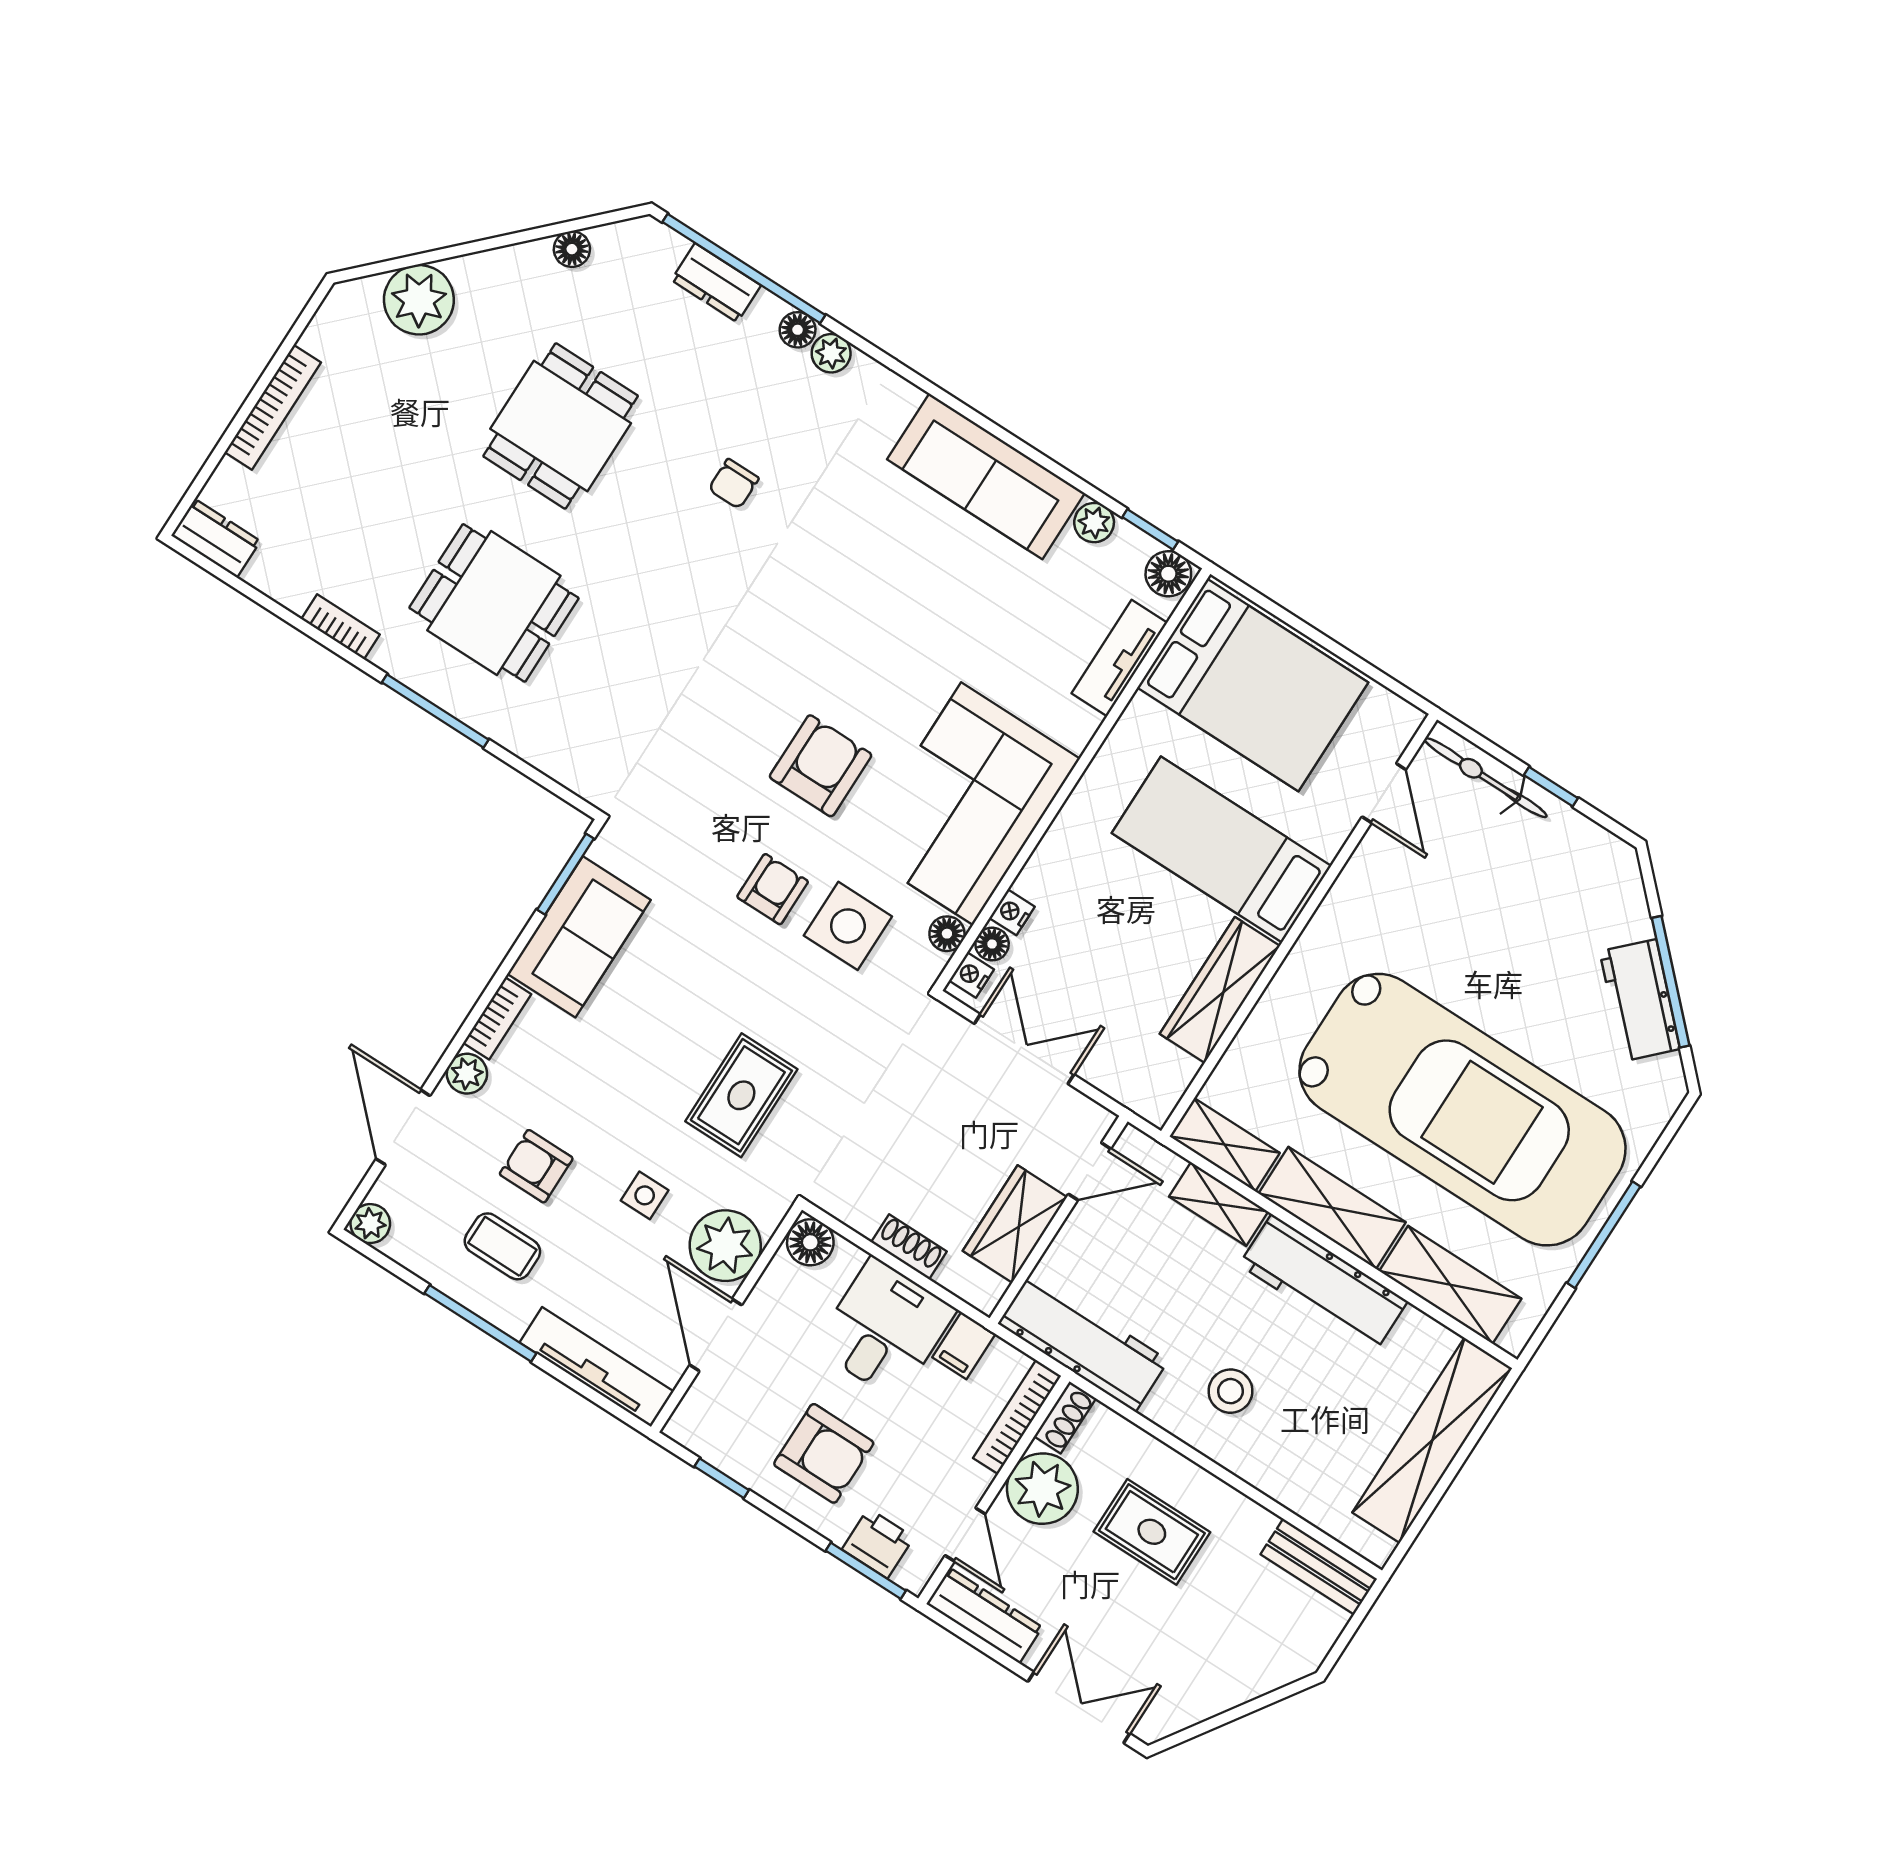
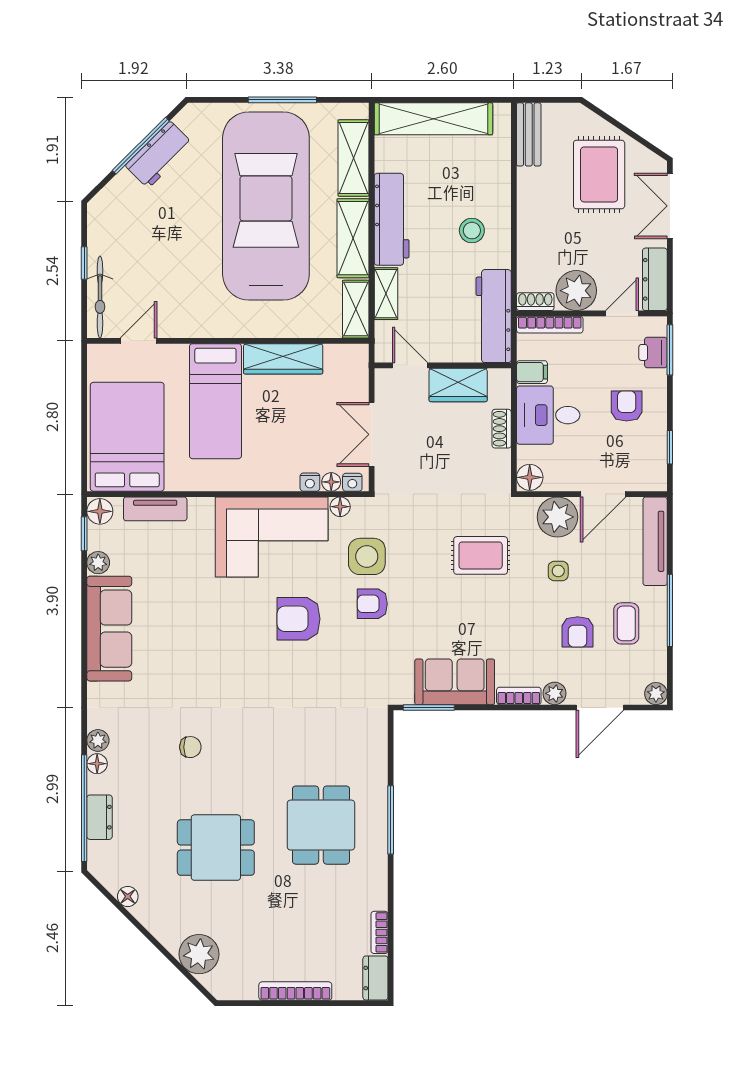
bookcase: (340, 627) -> (379, 932), moved
armchair: (824, 1453) -> (627, 406), width x0.72, depth x0.72
rug: (1152, 1532) -> (599, 174), moved, width x1.36, depth x1.43

